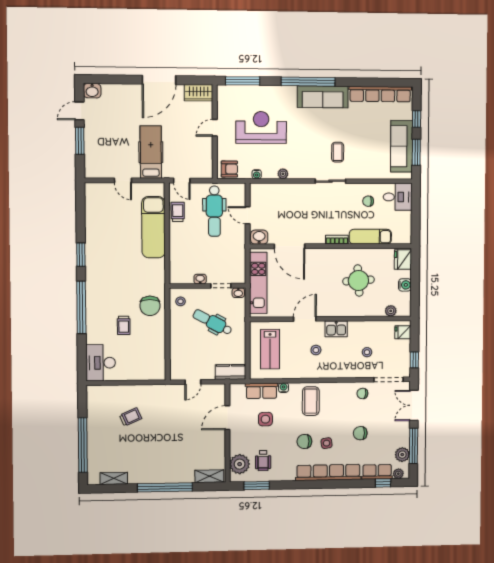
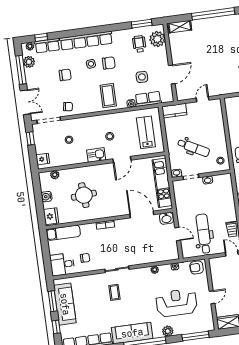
plant: (277, 93) -> (168, 331), added
reception desk: (261, 127) -> (176, 303), turned 180
exam couch: (370, 237) -> (63, 233), moved

